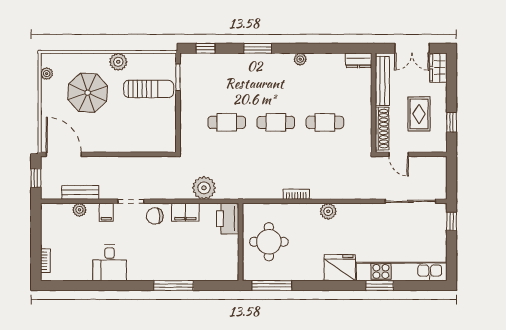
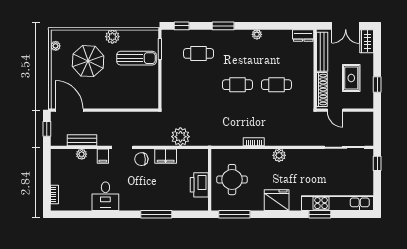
cafe table: (227, 122) -> (199, 53), moved
printer: (228, 219) -> (199, 185), moved
fridge: (340, 268) -> (277, 200), moved

